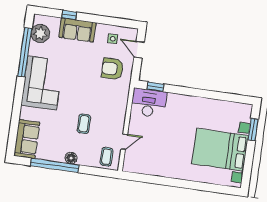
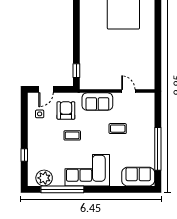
sofa: (77, 30) -> (97, 102), moved, turned 90
armchair: (112, 69) -> (66, 110), turned 180
desk: (149, 103) -> (91, 75), removed
coffee table: (107, 157) -> (72, 135), moved
floor lamp: (71, 158) -> (149, 136), removed

